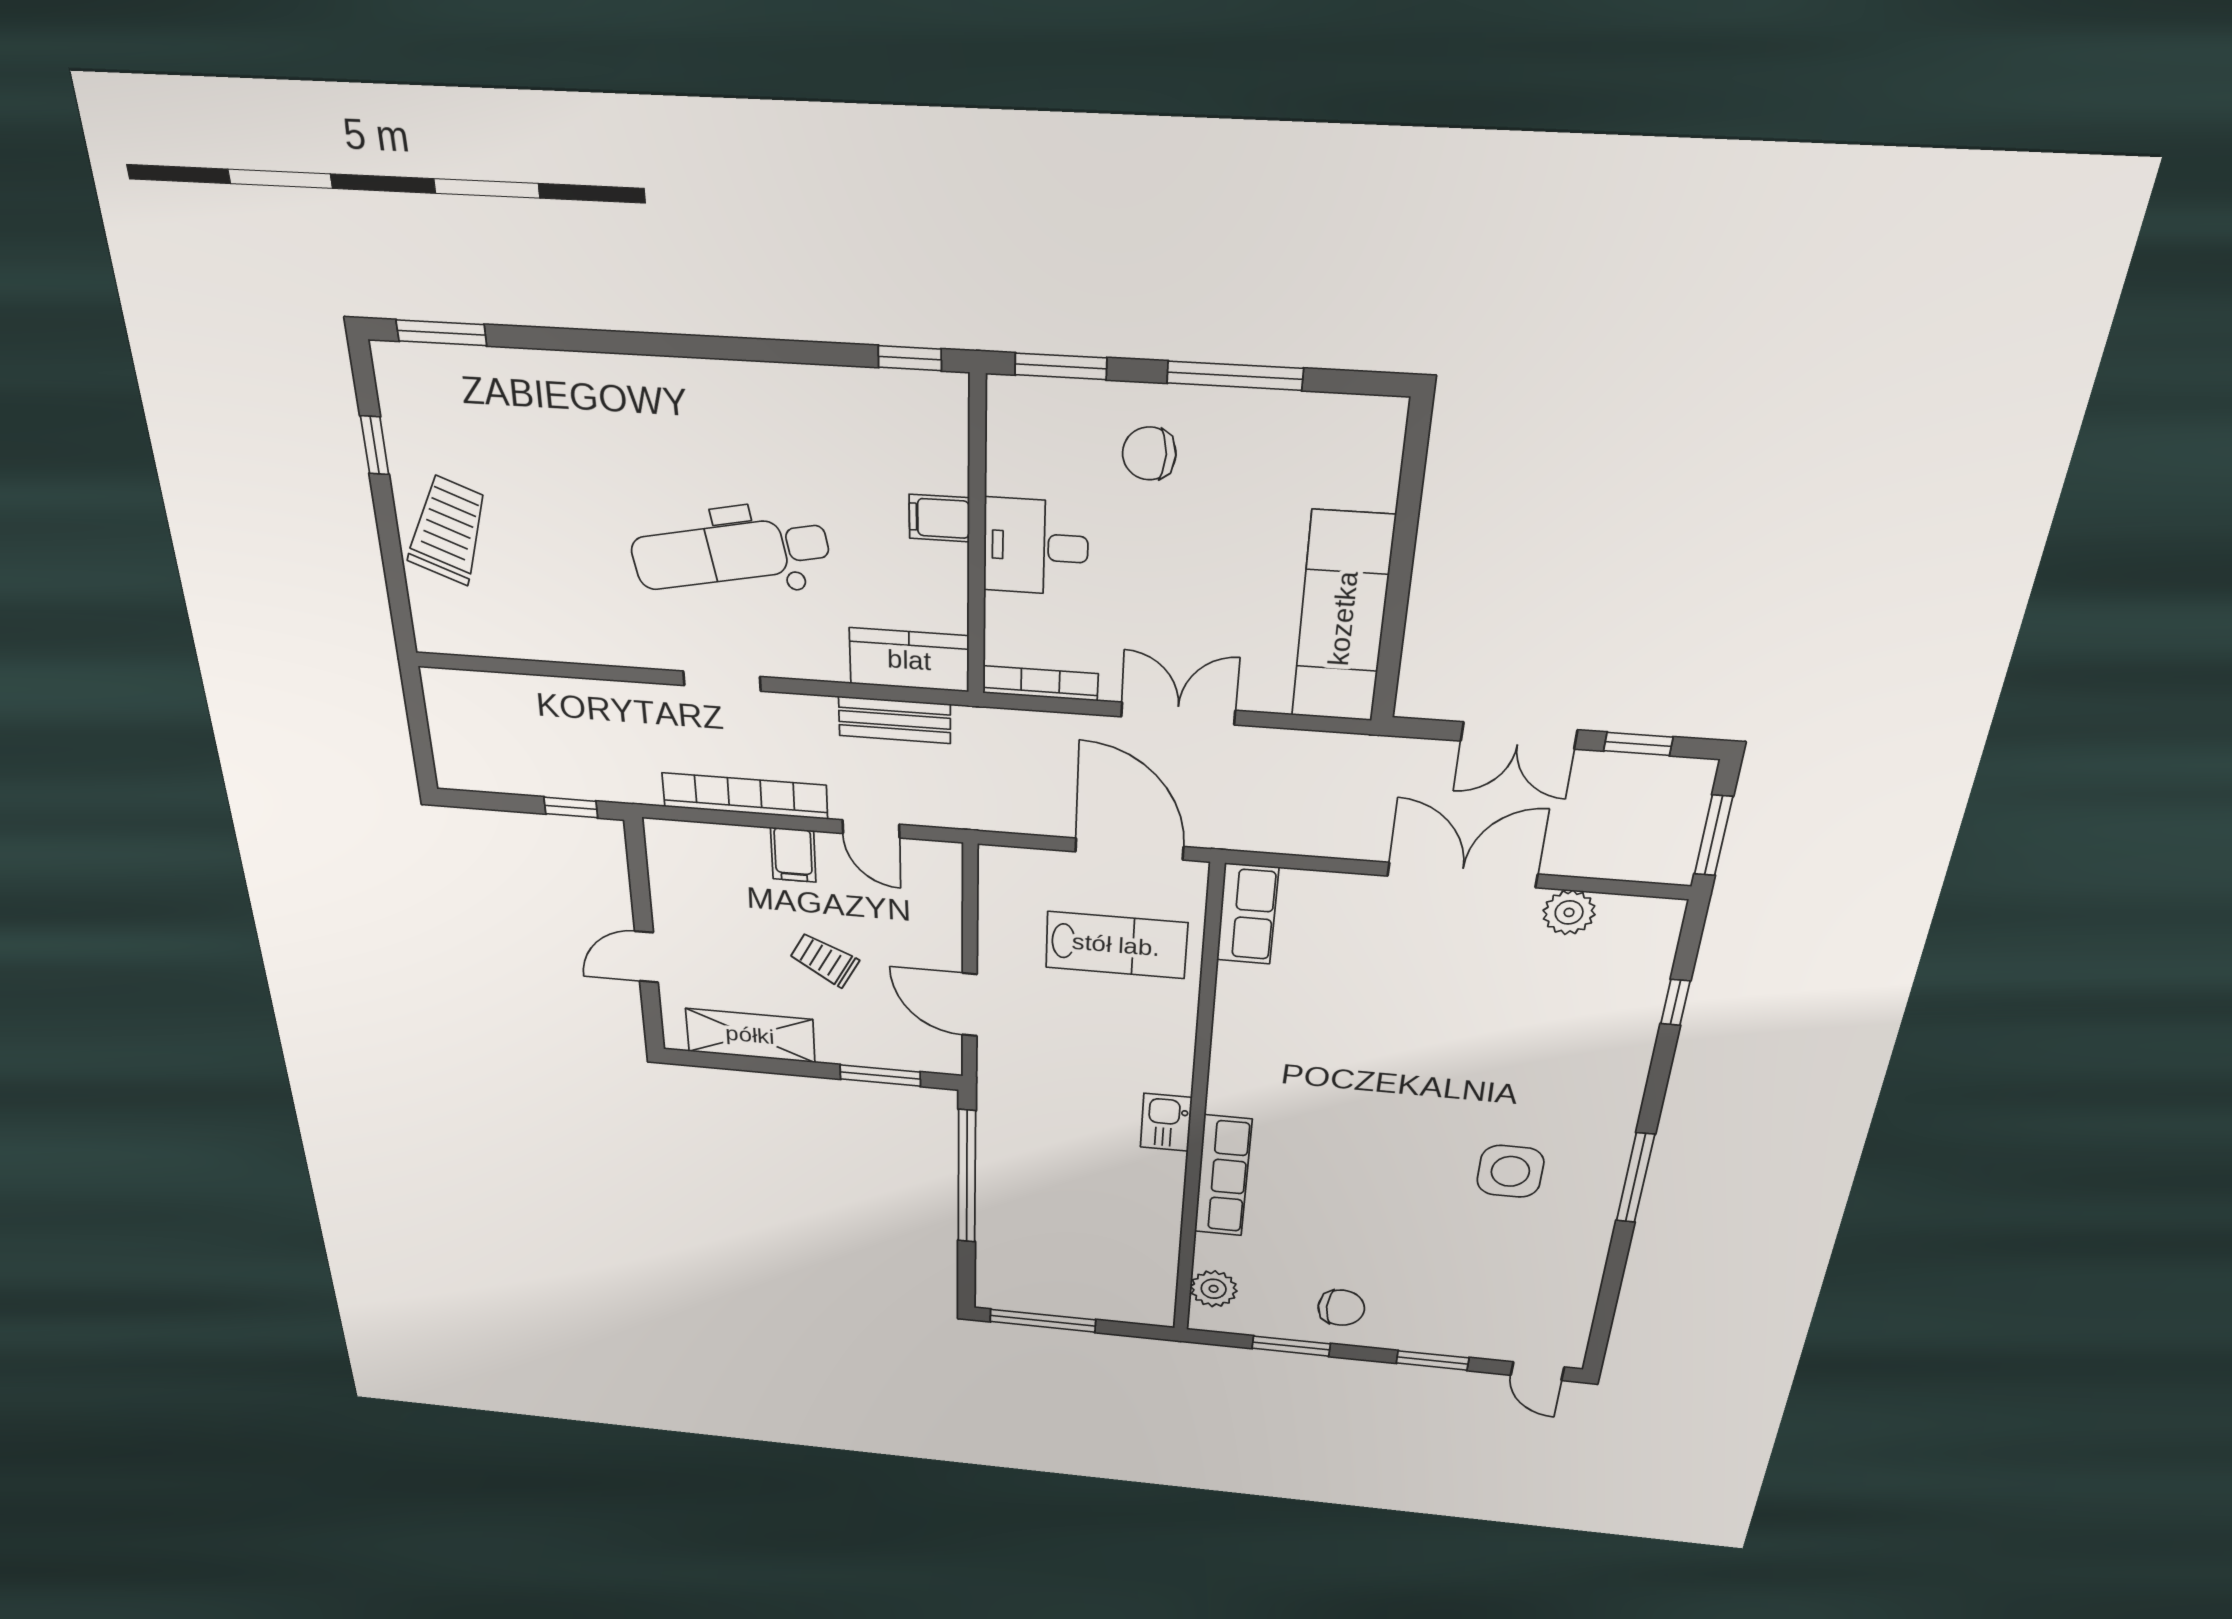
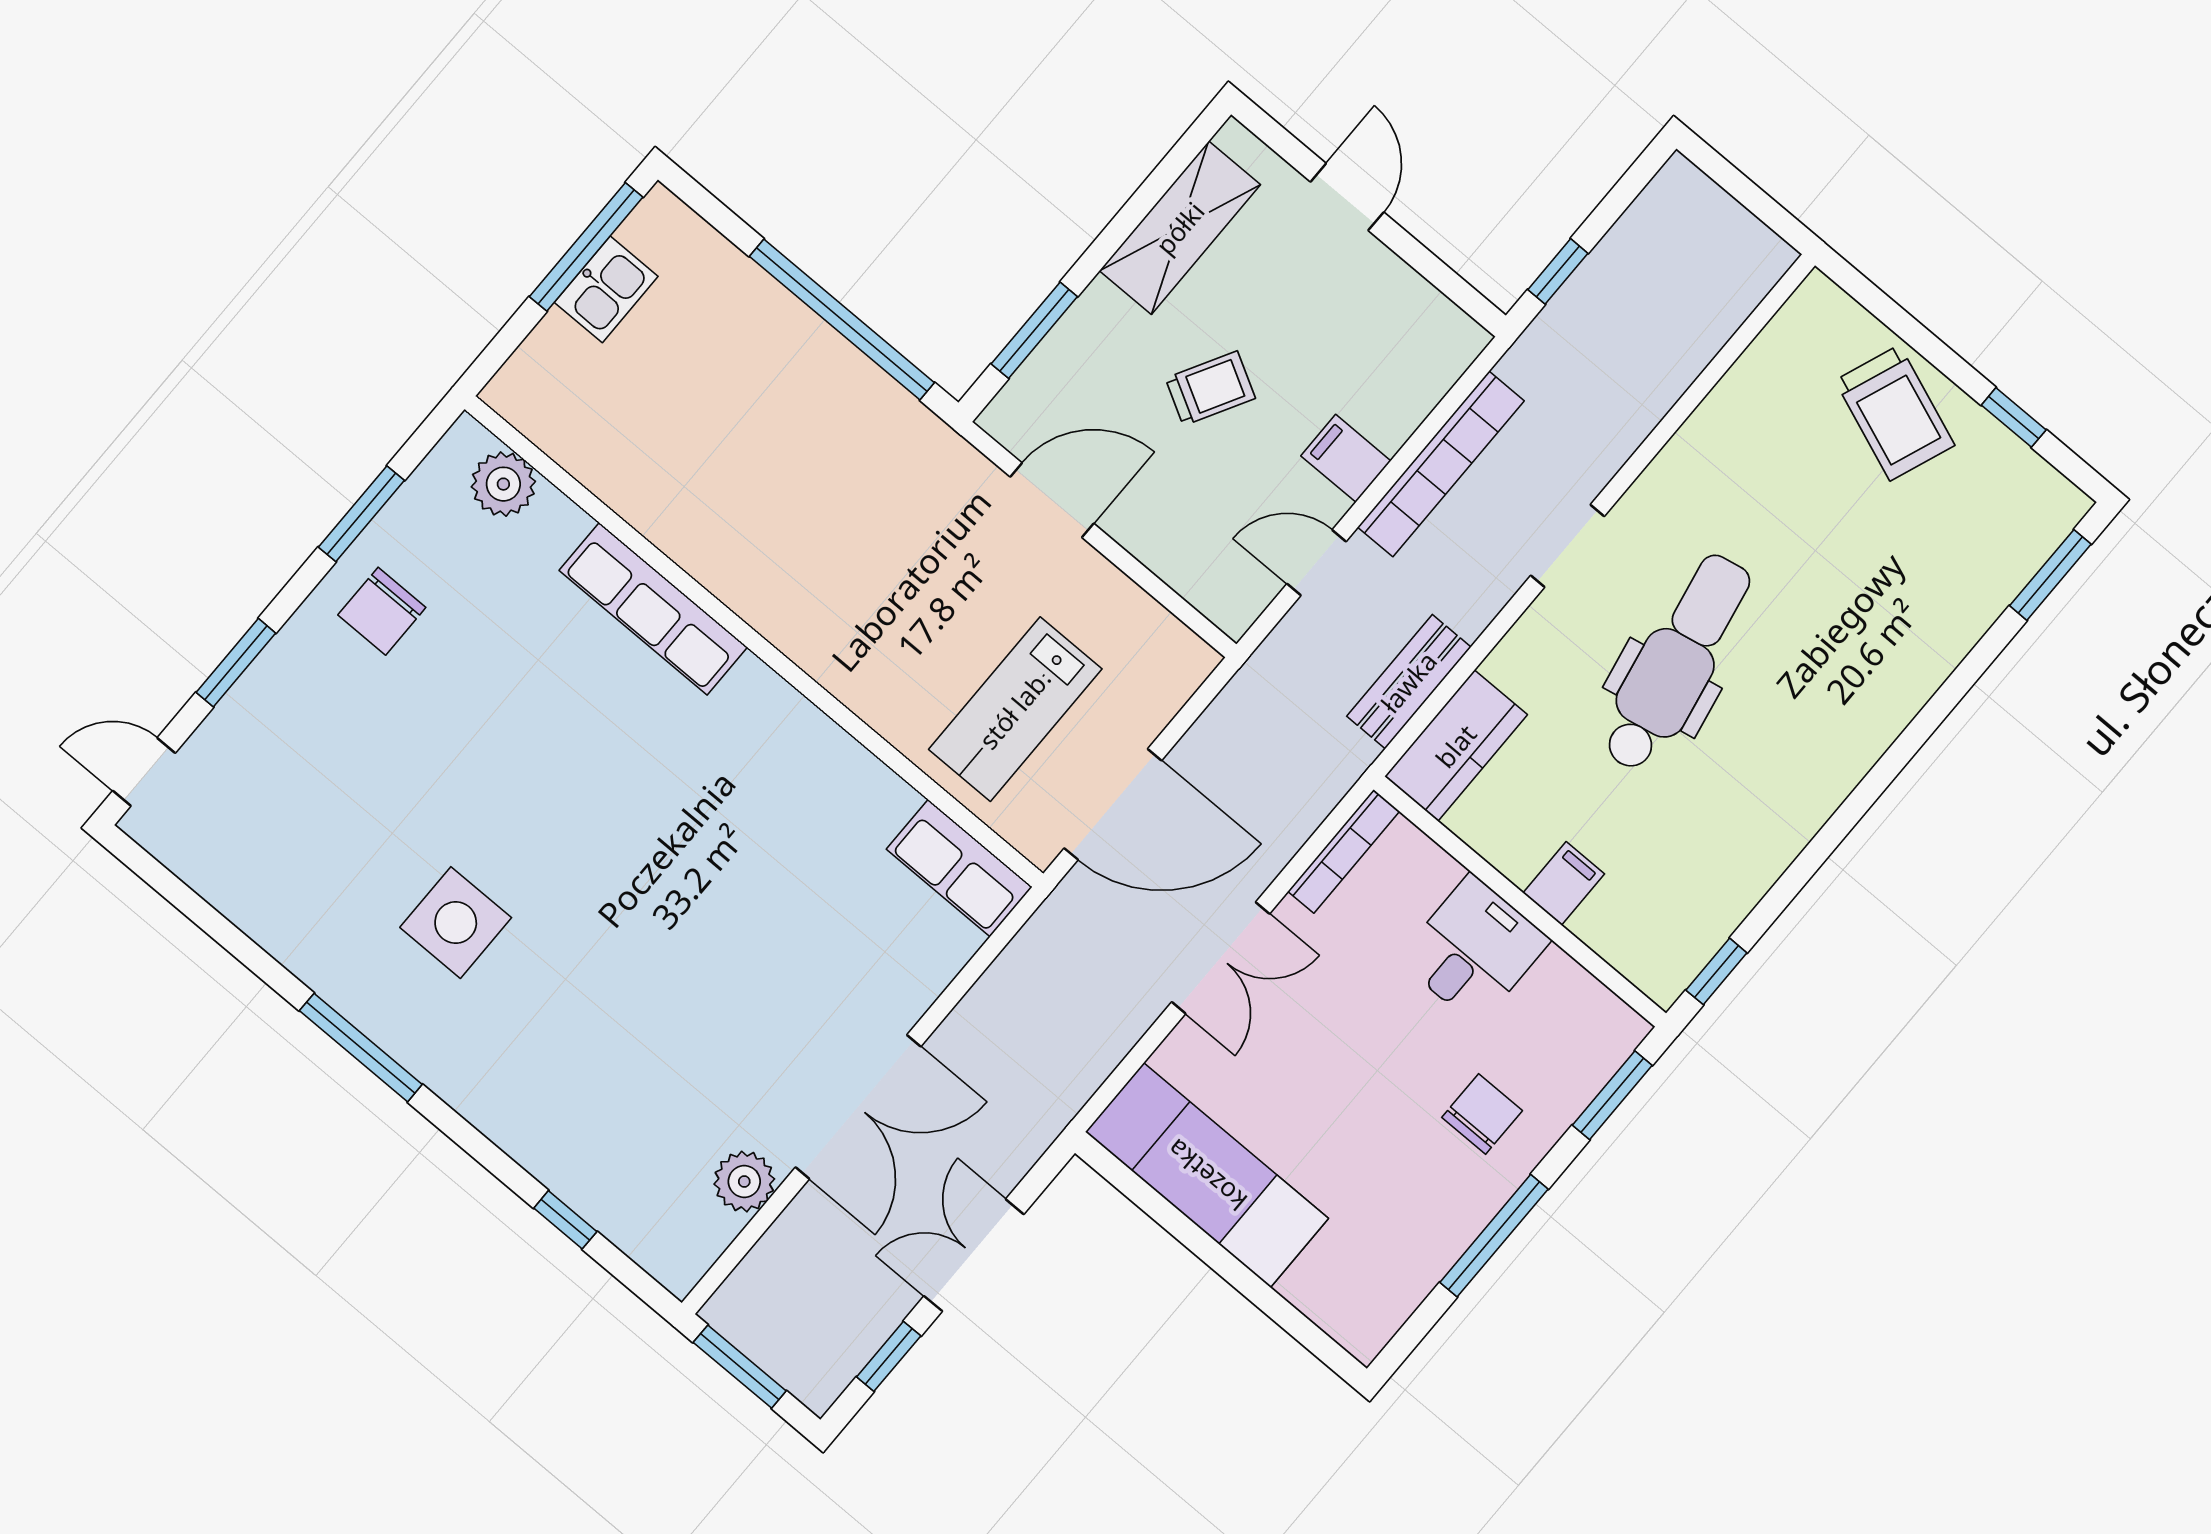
kitchen sink: (1166, 1122) -> (606, 289), moved, turned 90

